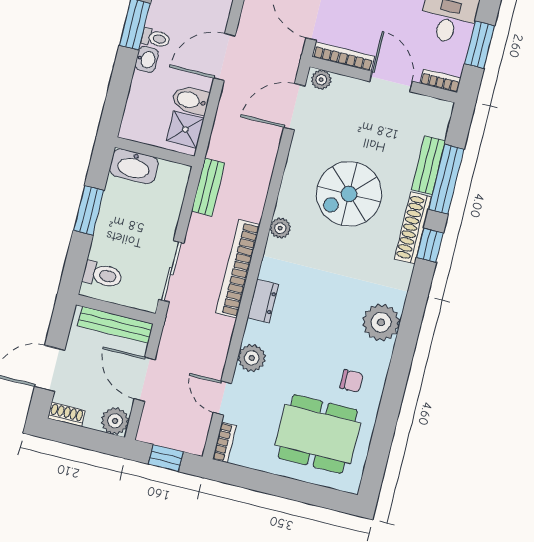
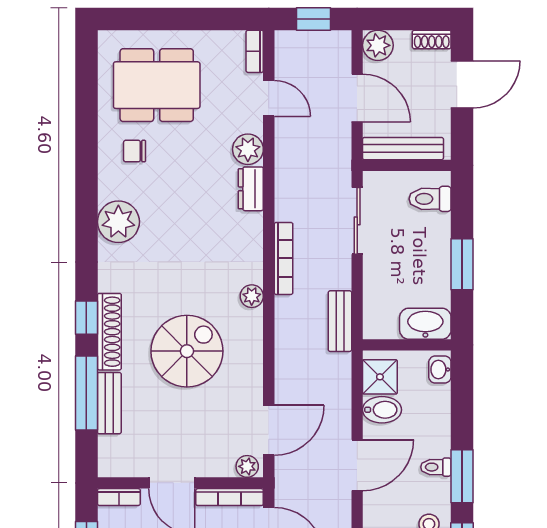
washbasin: (147, 59) -> (440, 370), moved
bookcase: (238, 269) -> (283, 258), width x0.68, depth x0.76
dresser: (263, 301) -> (251, 189), moved

